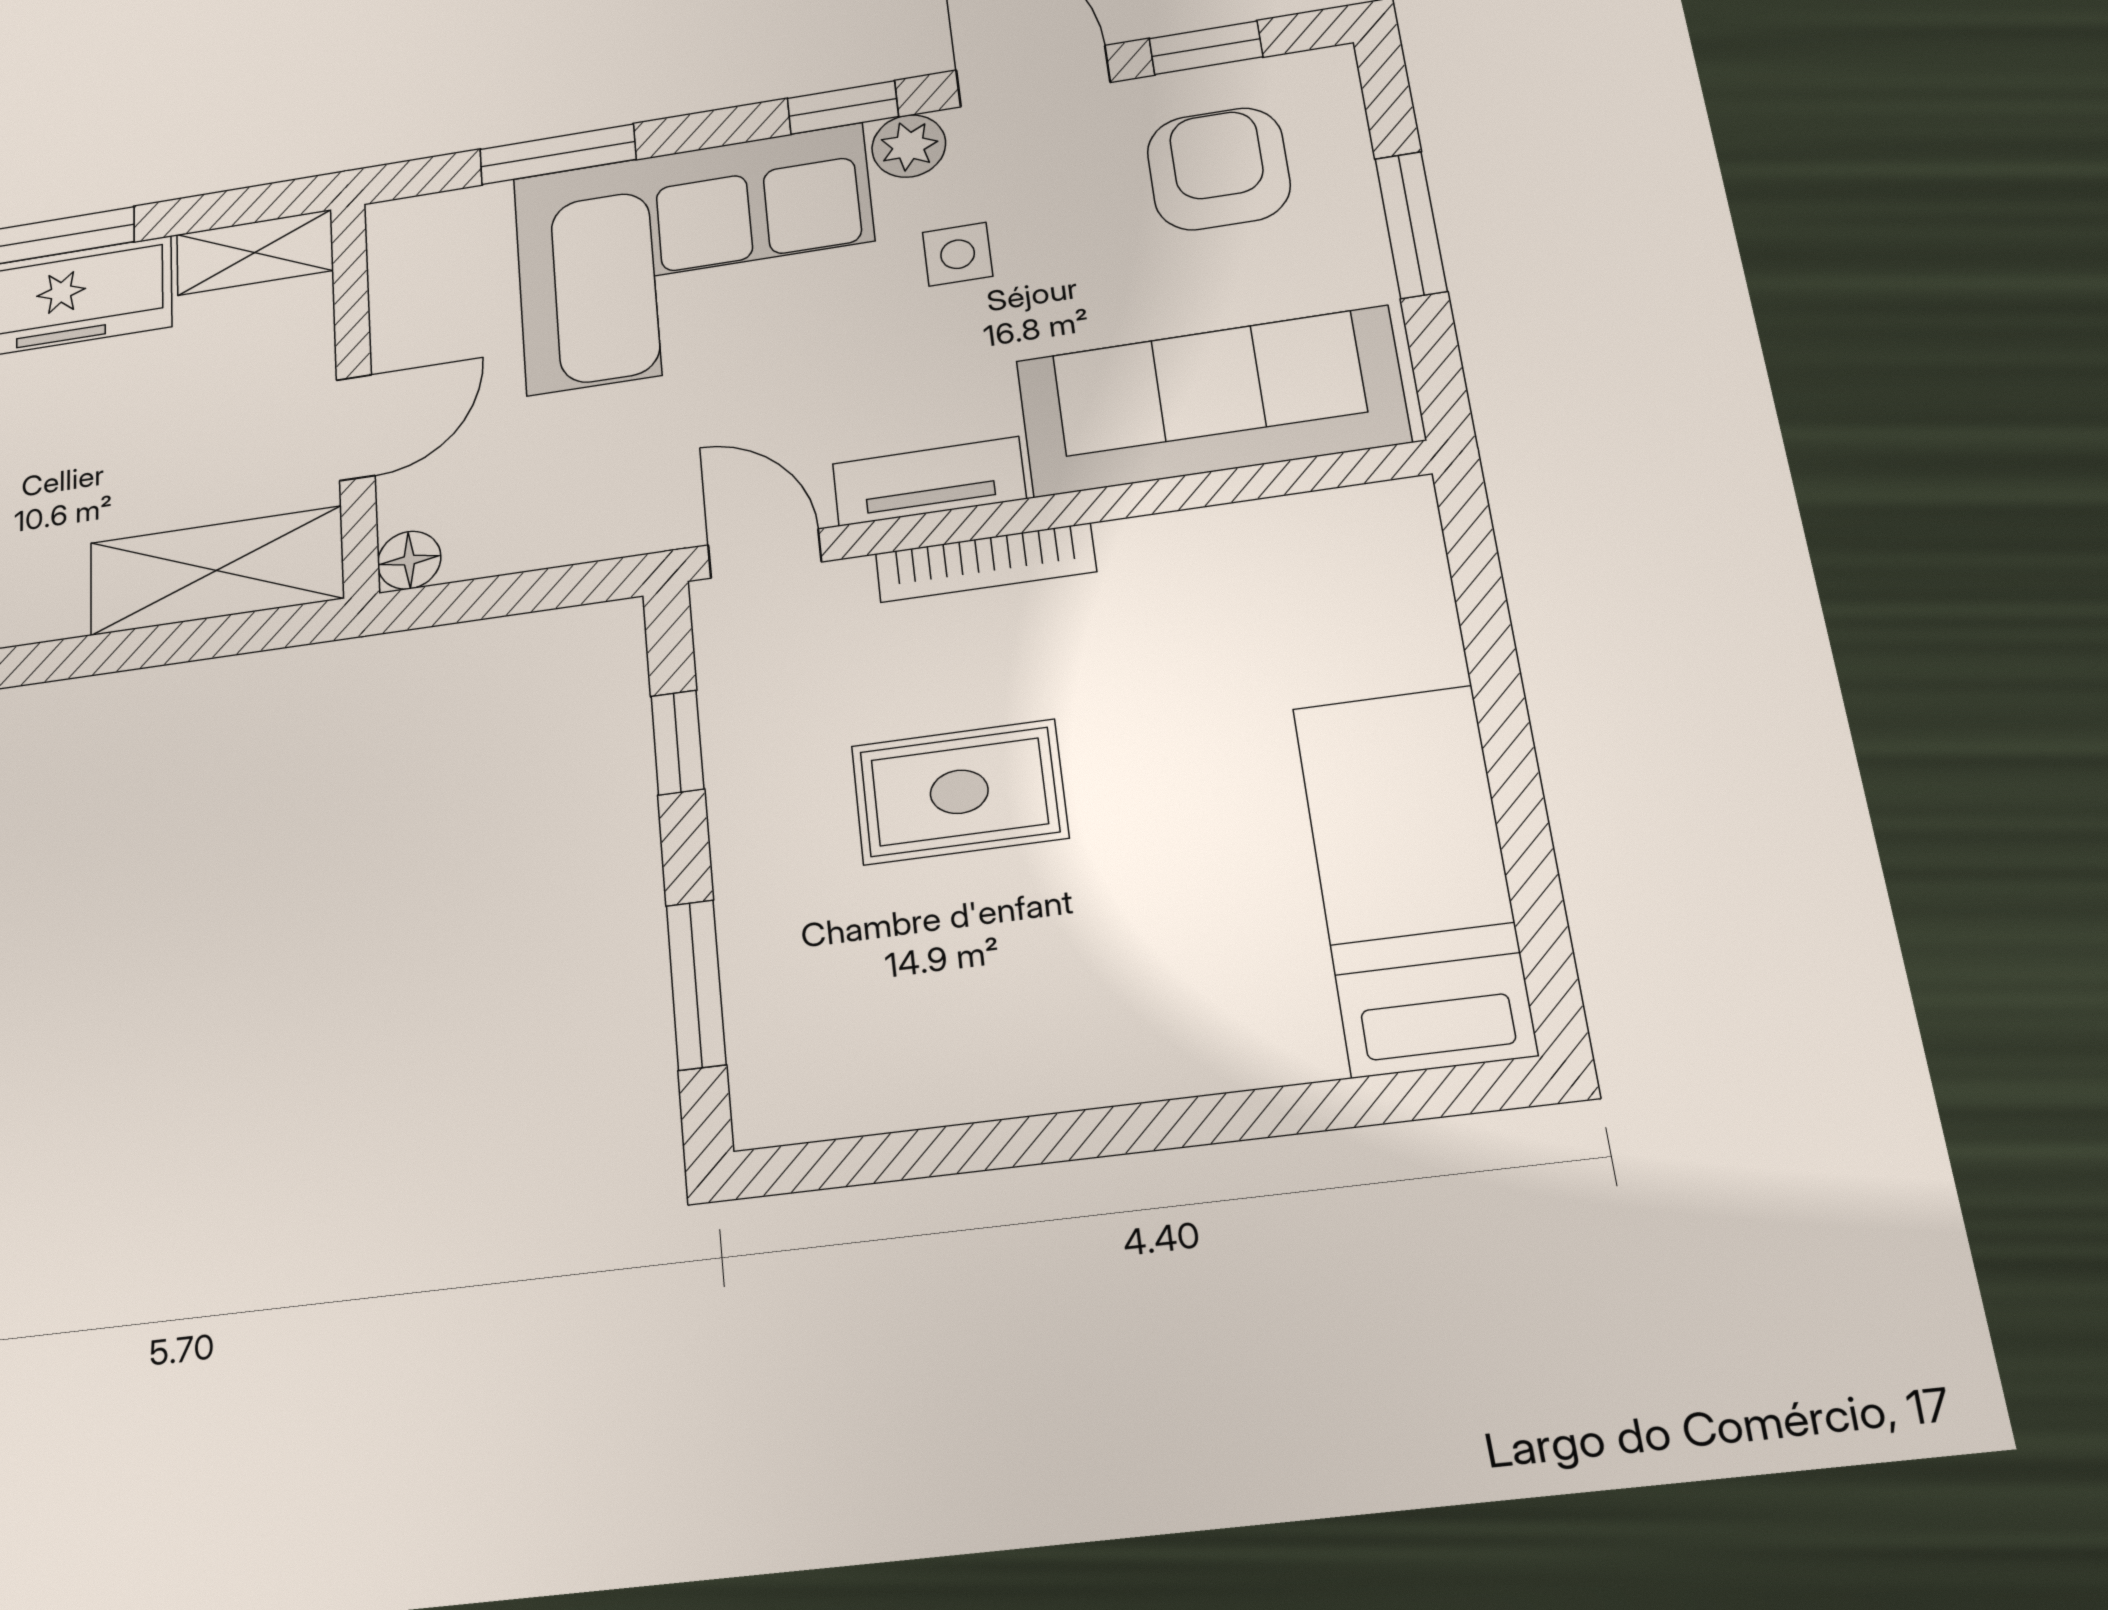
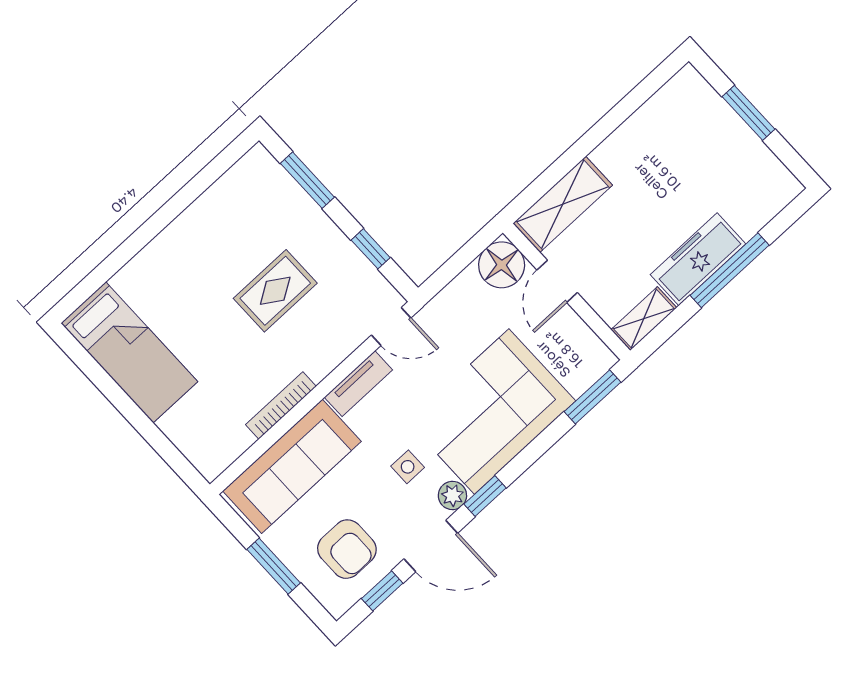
window: (558, 154) -> (593, 397), moved
floor lamp: (409, 560) -> (502, 265), width x1.89, depth x1.89
bookcase: (985, 563) -> (281, 405), moved

